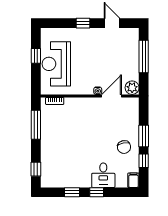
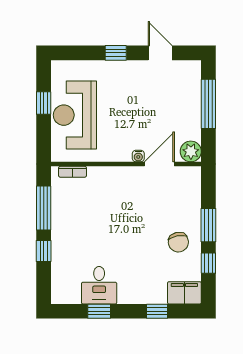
window: (36, 169) -> (44, 251), moved
desk: (103, 175) -> (99, 285), moved
filing cabinet: (133, 180) -> (184, 293), width x2.00
window: (97, 192) -> (157, 311), moved

